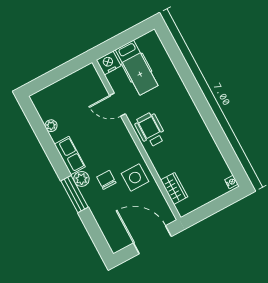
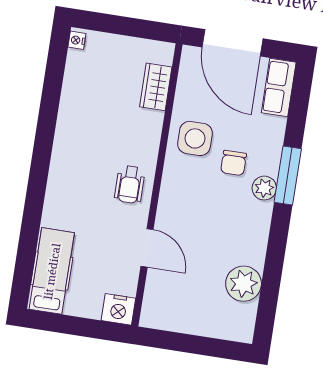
hospital bed: (137, 68) -> (52, 271), moved
plant: (51, 126) -> (244, 284), width x1.88, depth x1.88
wheelchair: (150, 130) -> (130, 185), width x0.73, depth x0.73
row of seats: (70, 156) -> (279, 87), moved

